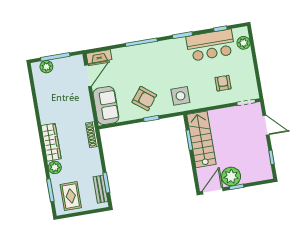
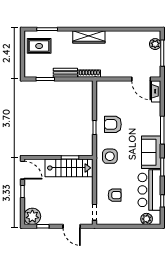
armchair: (144, 99) -> (113, 124), turned 52
sofa: (106, 106) -> (151, 152), moved, turned 90
door: (266, 125) -> (72, 226), hinge flipped
plant: (55, 167) -> (66, 36), removed
plant: (231, 176) -> (32, 216), moved
bench: (100, 189) -> (65, 73), moved

